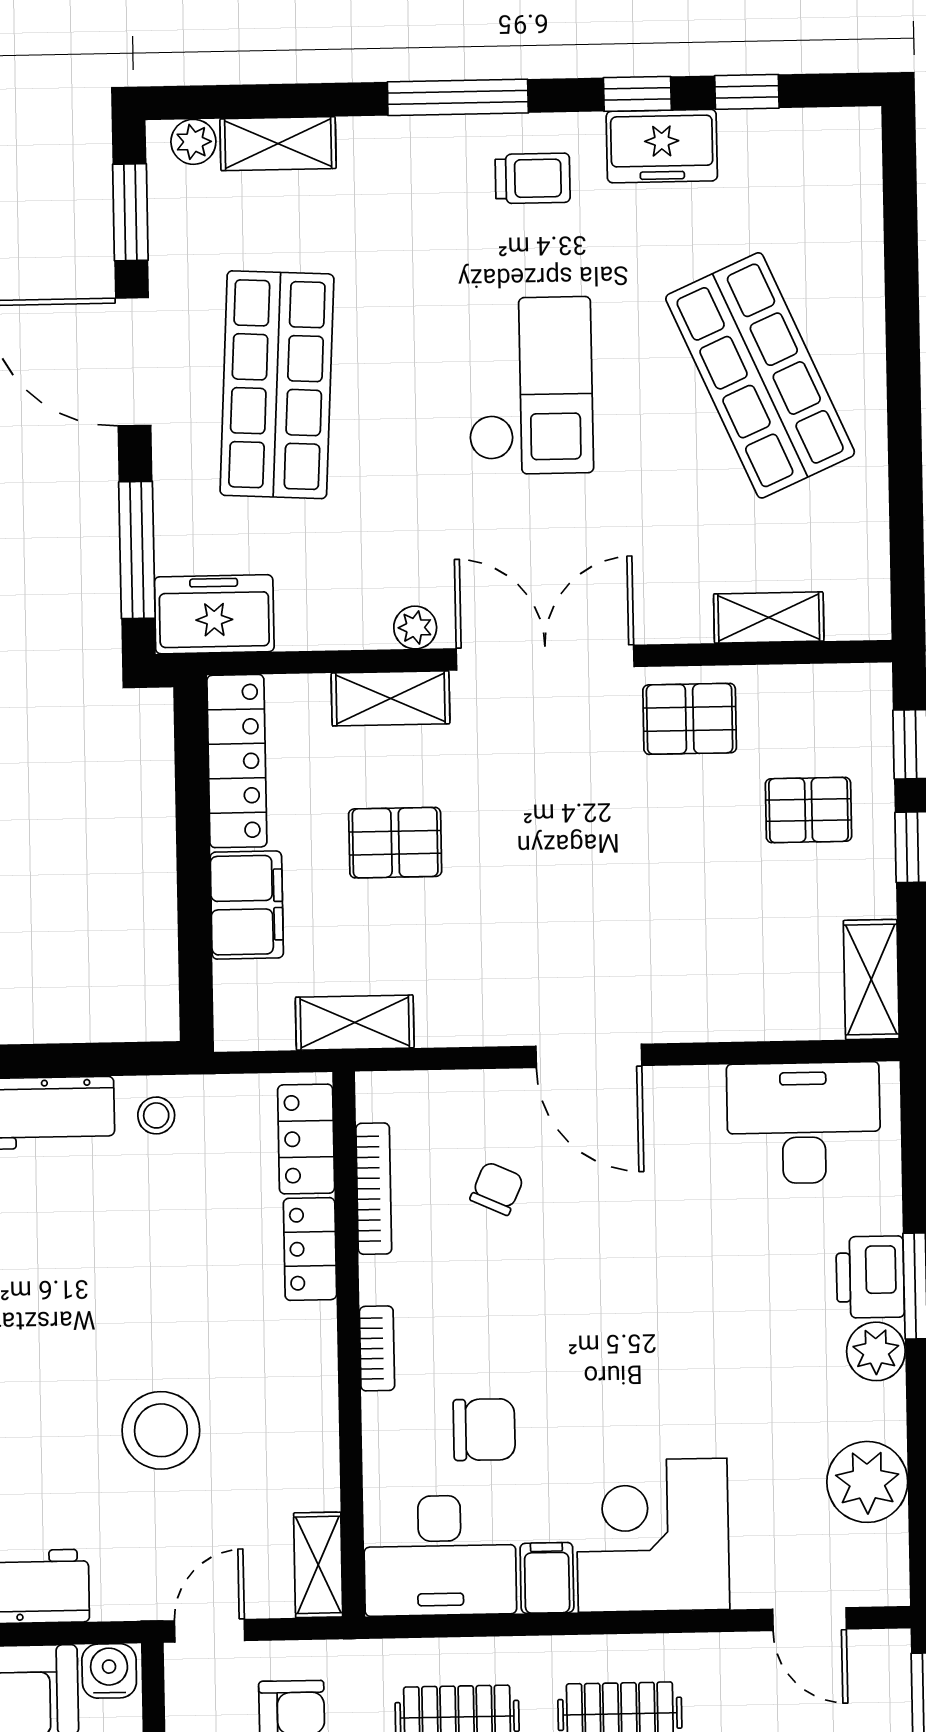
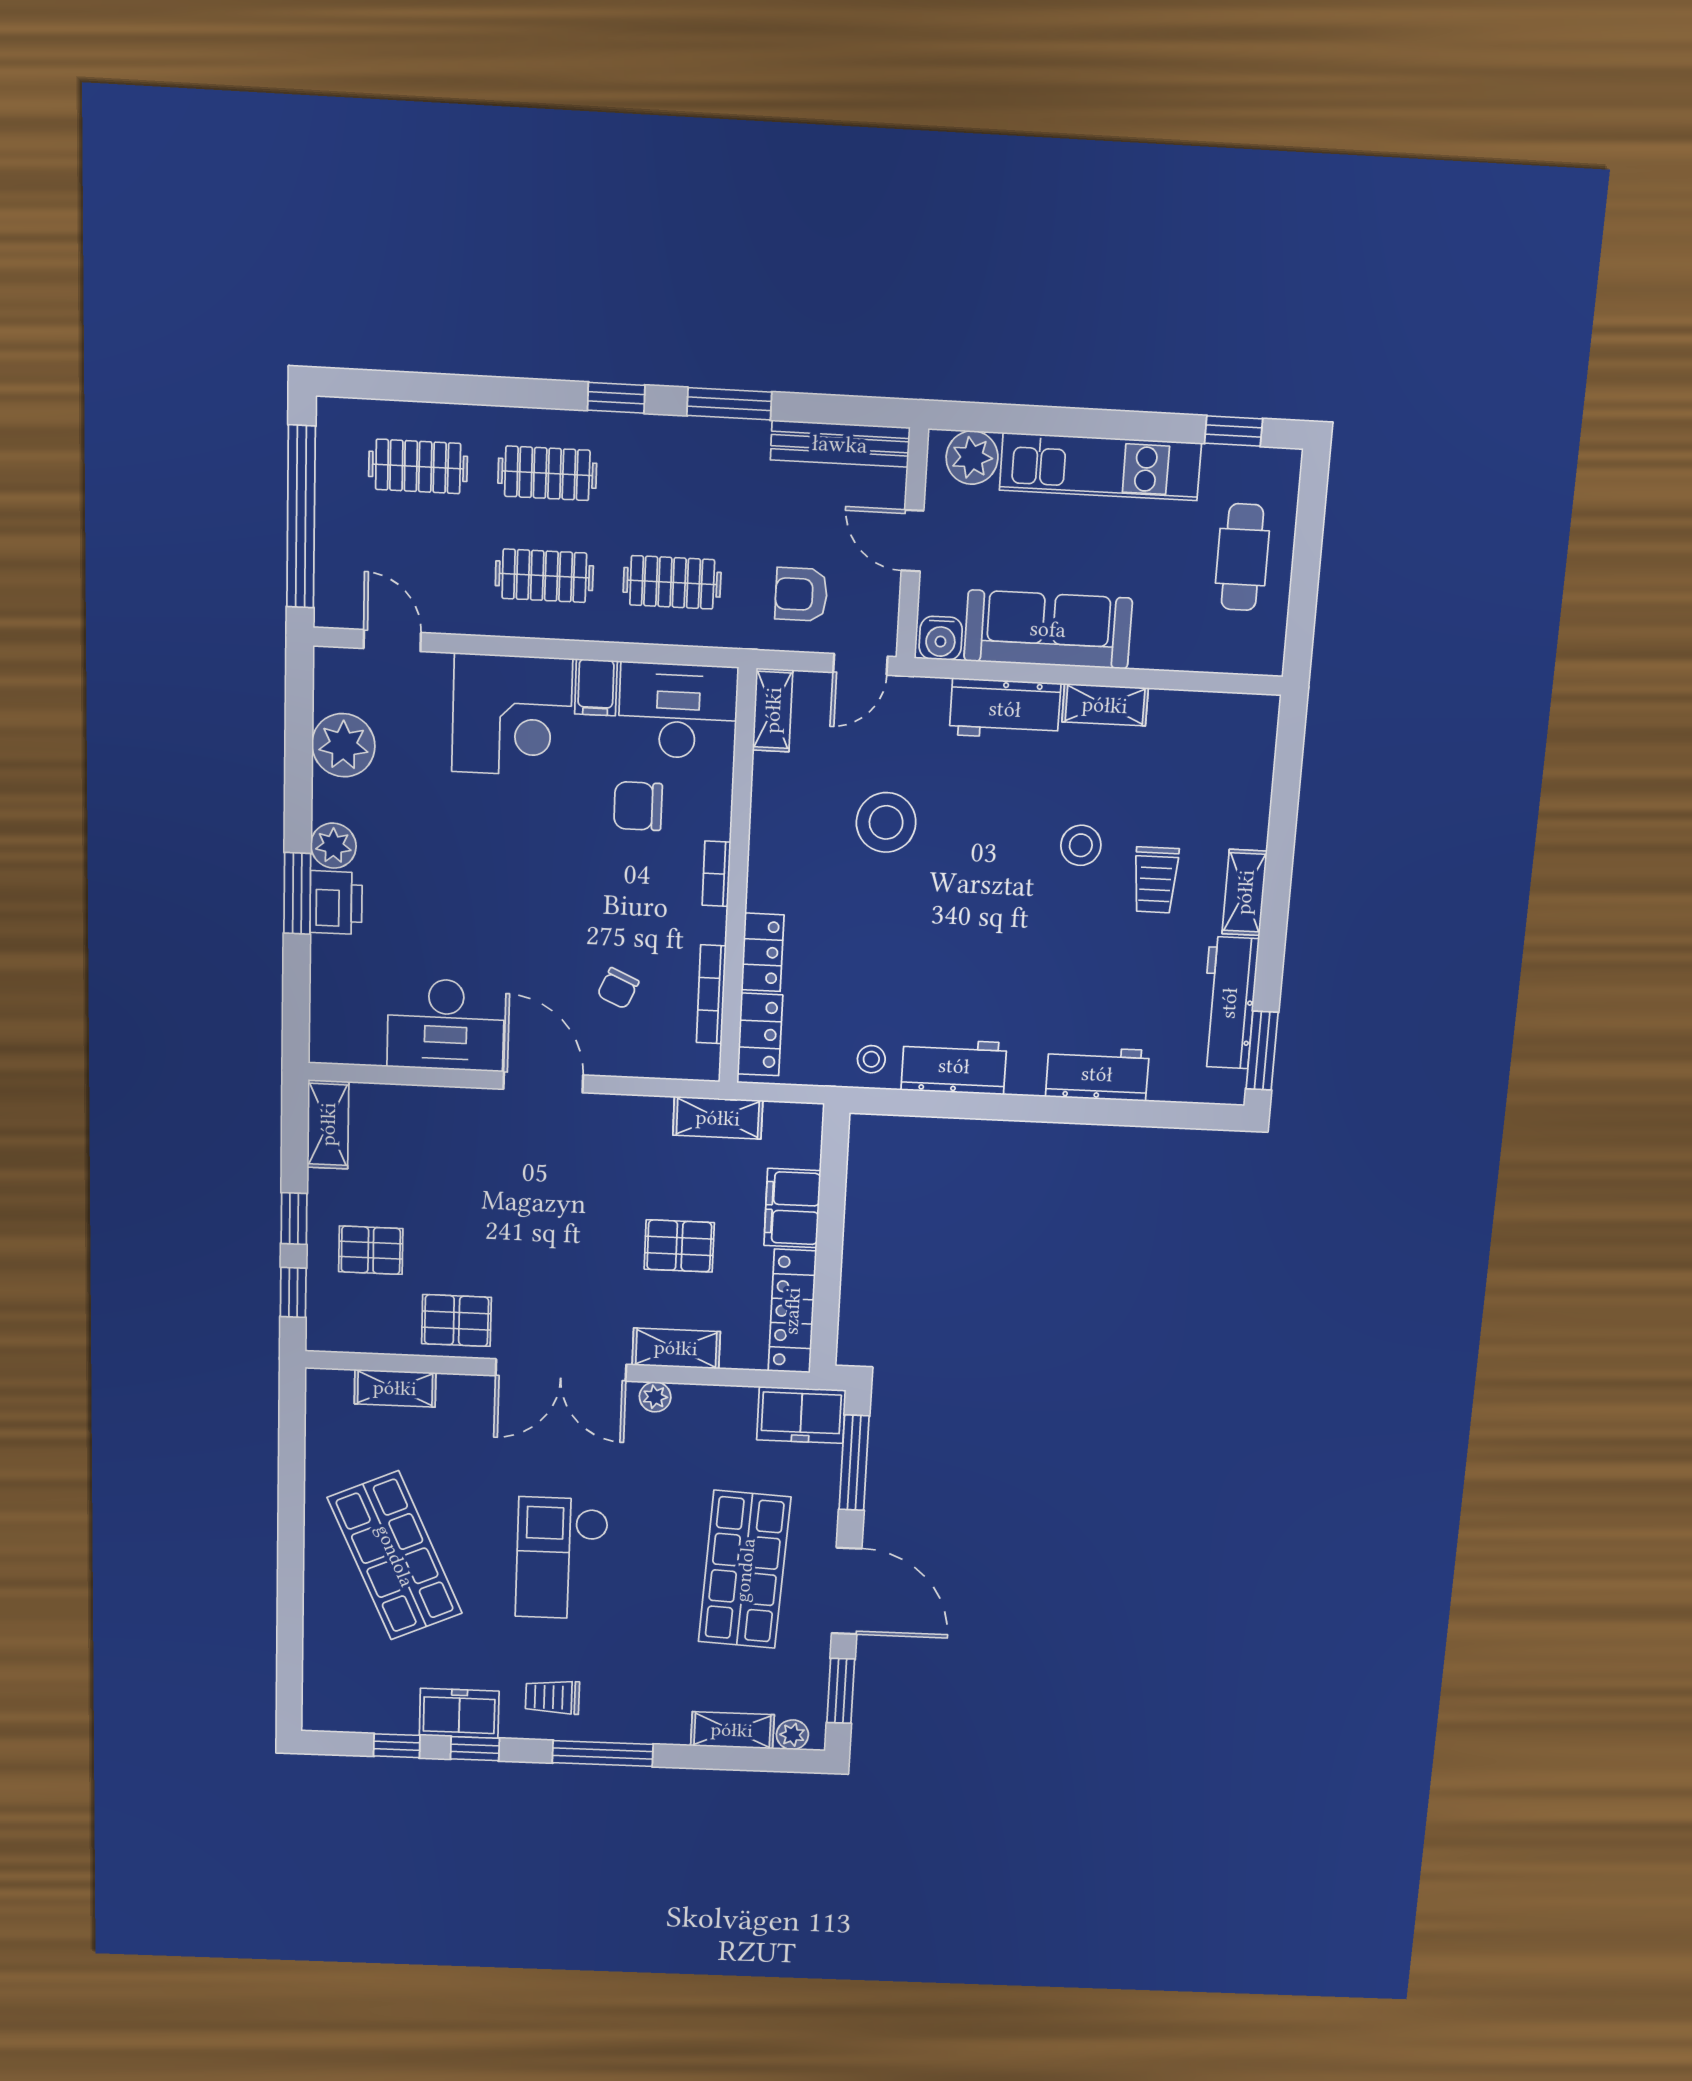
desk: (804, 1123) -> (446, 1025), moved

